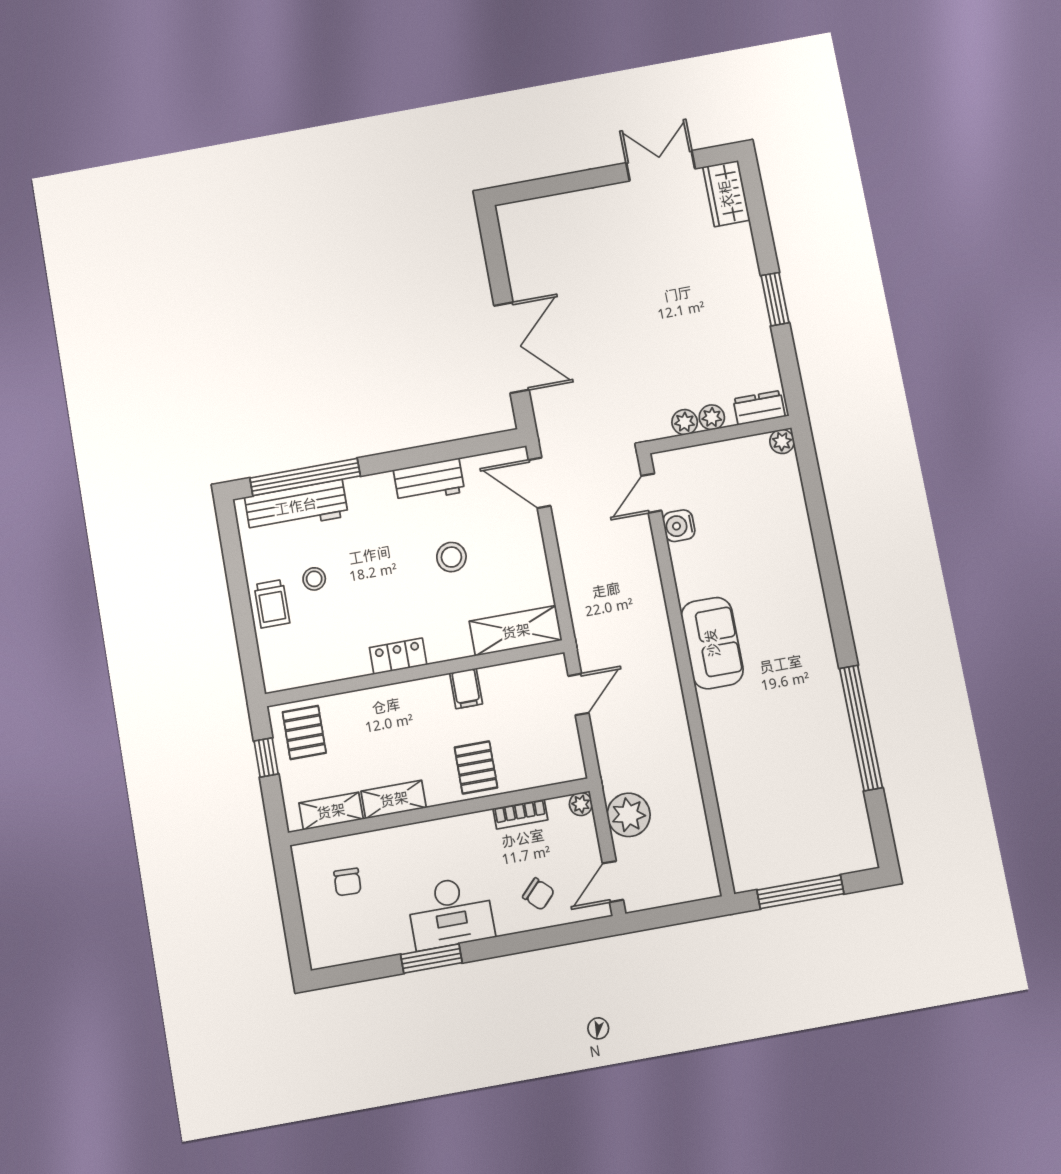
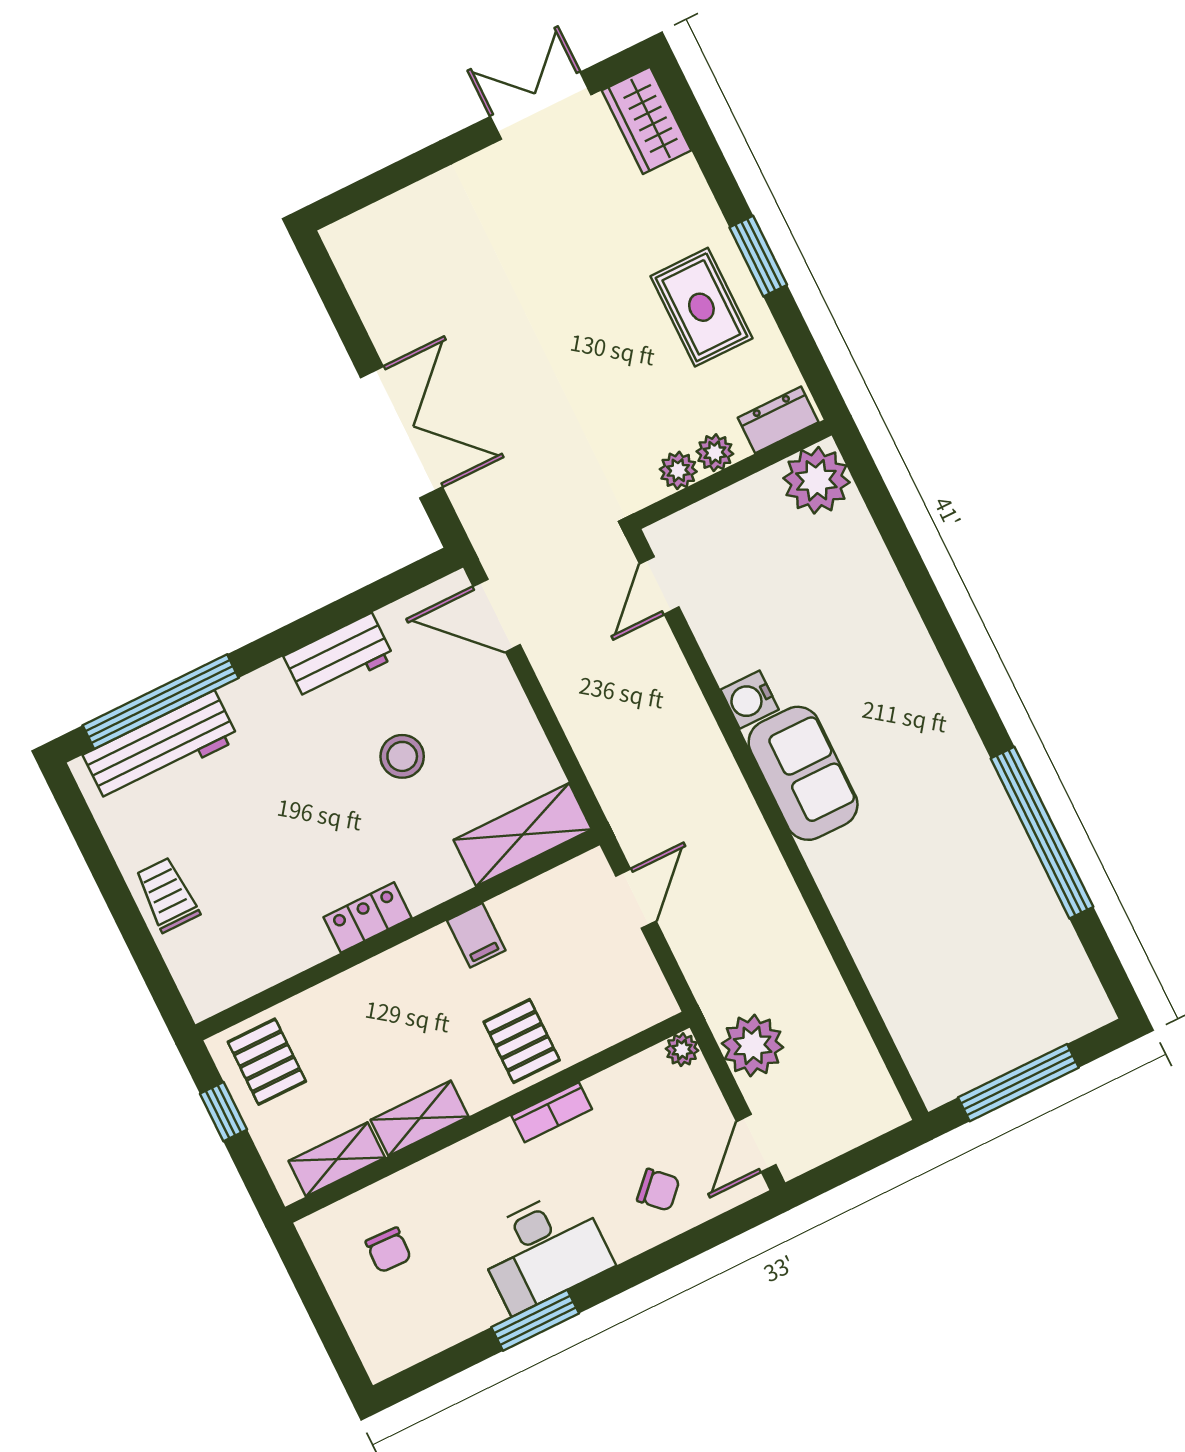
rug: (729, 322) -> (701, 307), added
plant: (782, 441) -> (816, 480), width x1.88, depth x1.88
water cooler: (679, 526) -> (750, 700), moved
stool: (314, 579) -> (217, 843), removed
trolley: (272, 604) -> (167, 895), turned 180
bookcase: (520, 814) -> (552, 1112), moved

